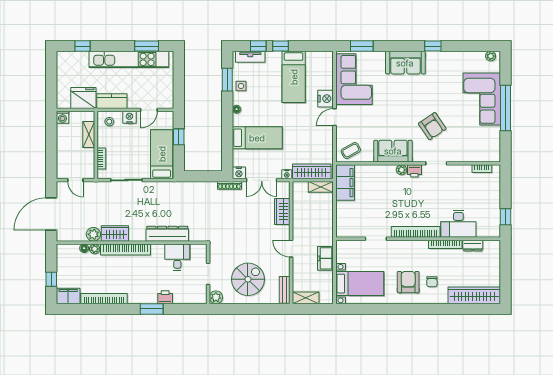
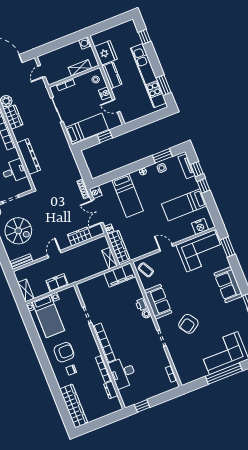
nightstand: (326, 99) -> (200, 226), moved
printer: (414, 171) -> (142, 304), moved
shelving: (306, 298) -> (26, 291), moved

